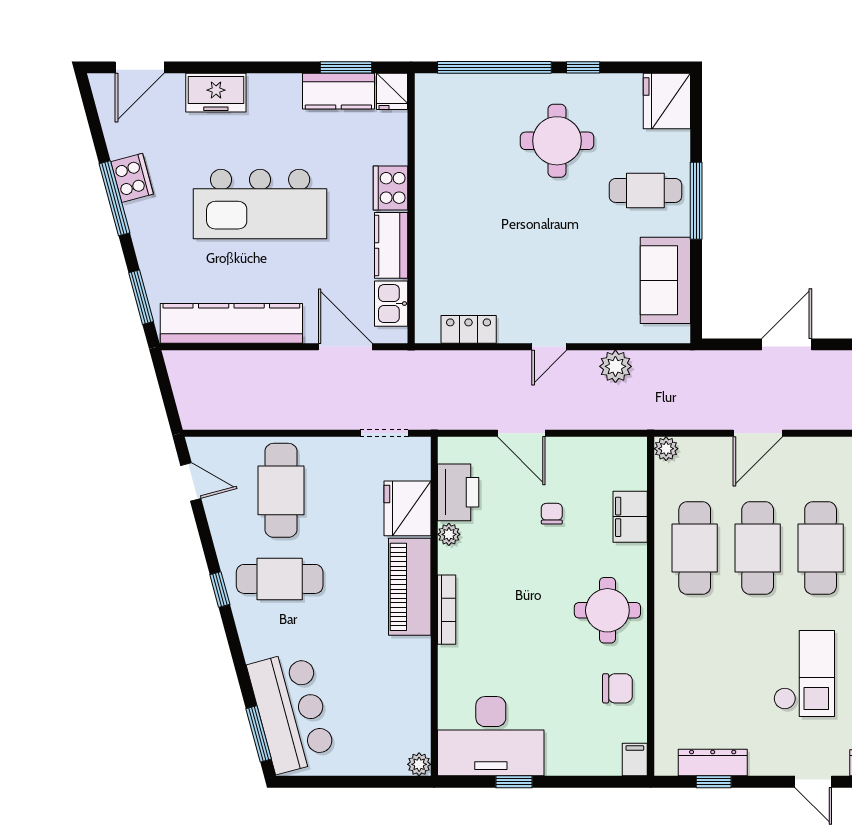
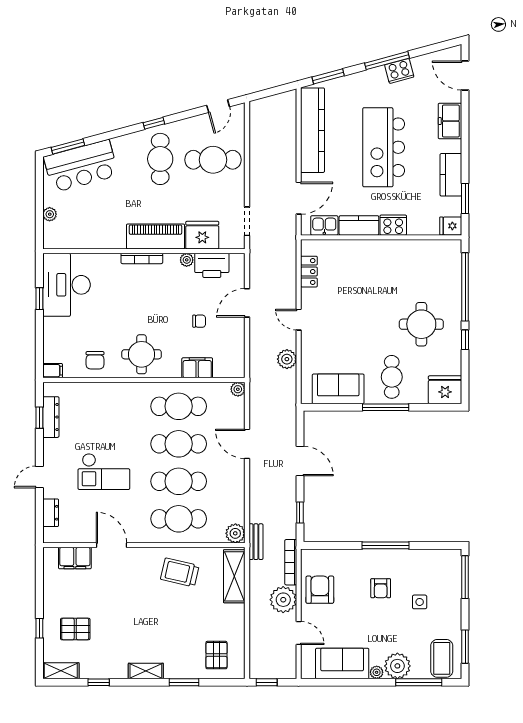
kitchen counter: (338, 91) -> (451, 175), moved
plant: (419, 764) -> (50, 214), moved

